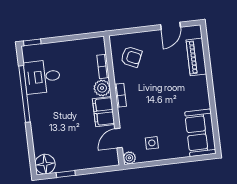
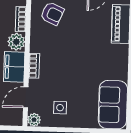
bookcase: (120, 95) -> (34, 66), moved

